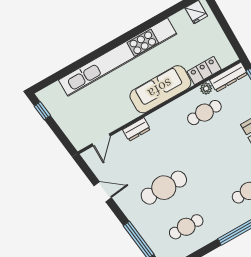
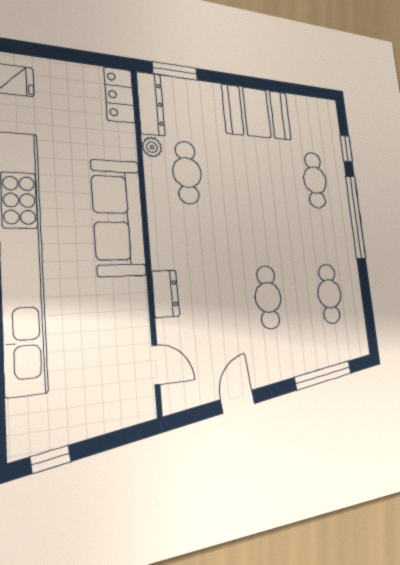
locker: (204, 70) -> (119, 95), moved
cafe table: (164, 188) -> (268, 297), width x0.73, depth x0.74

